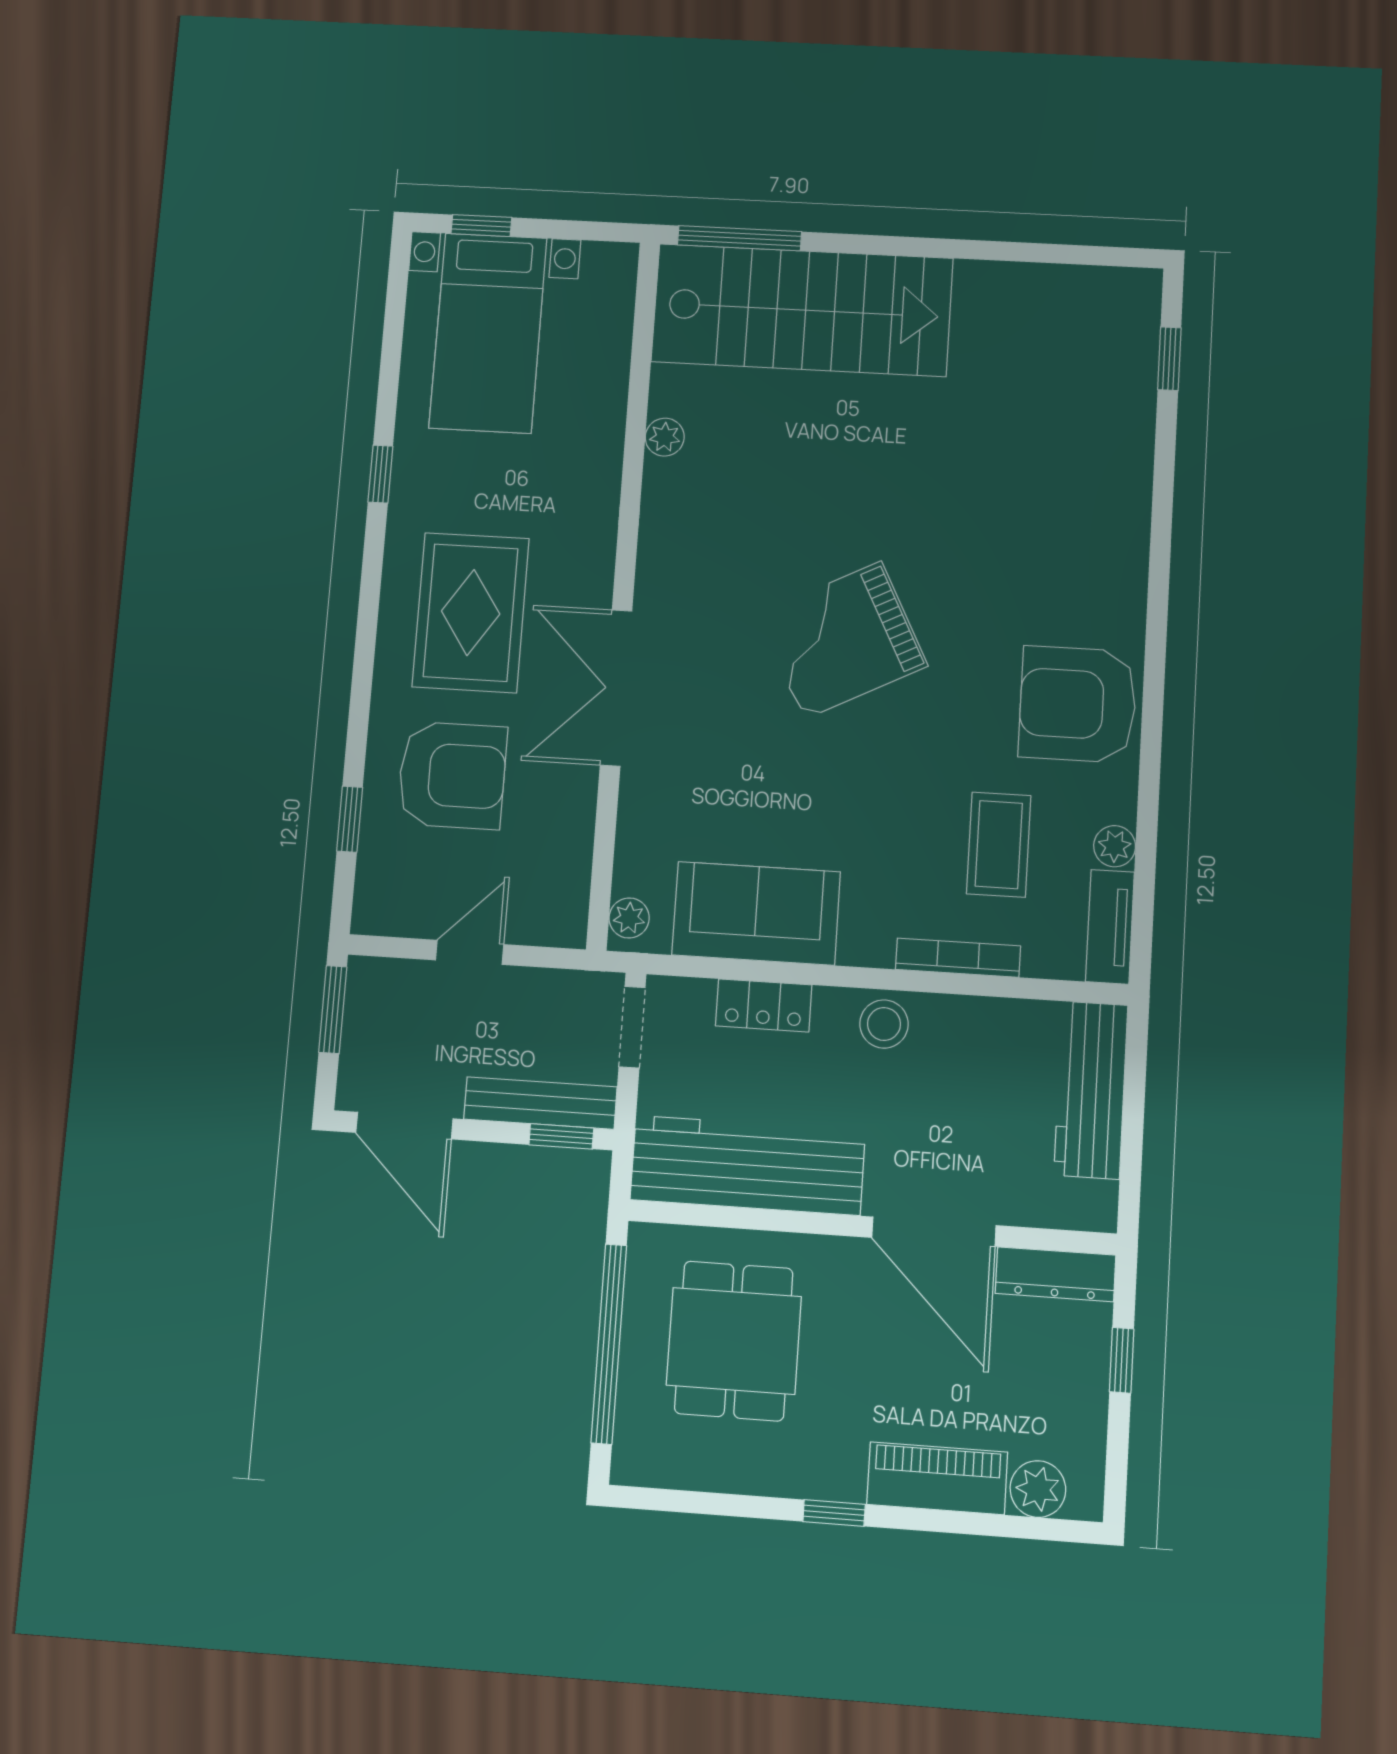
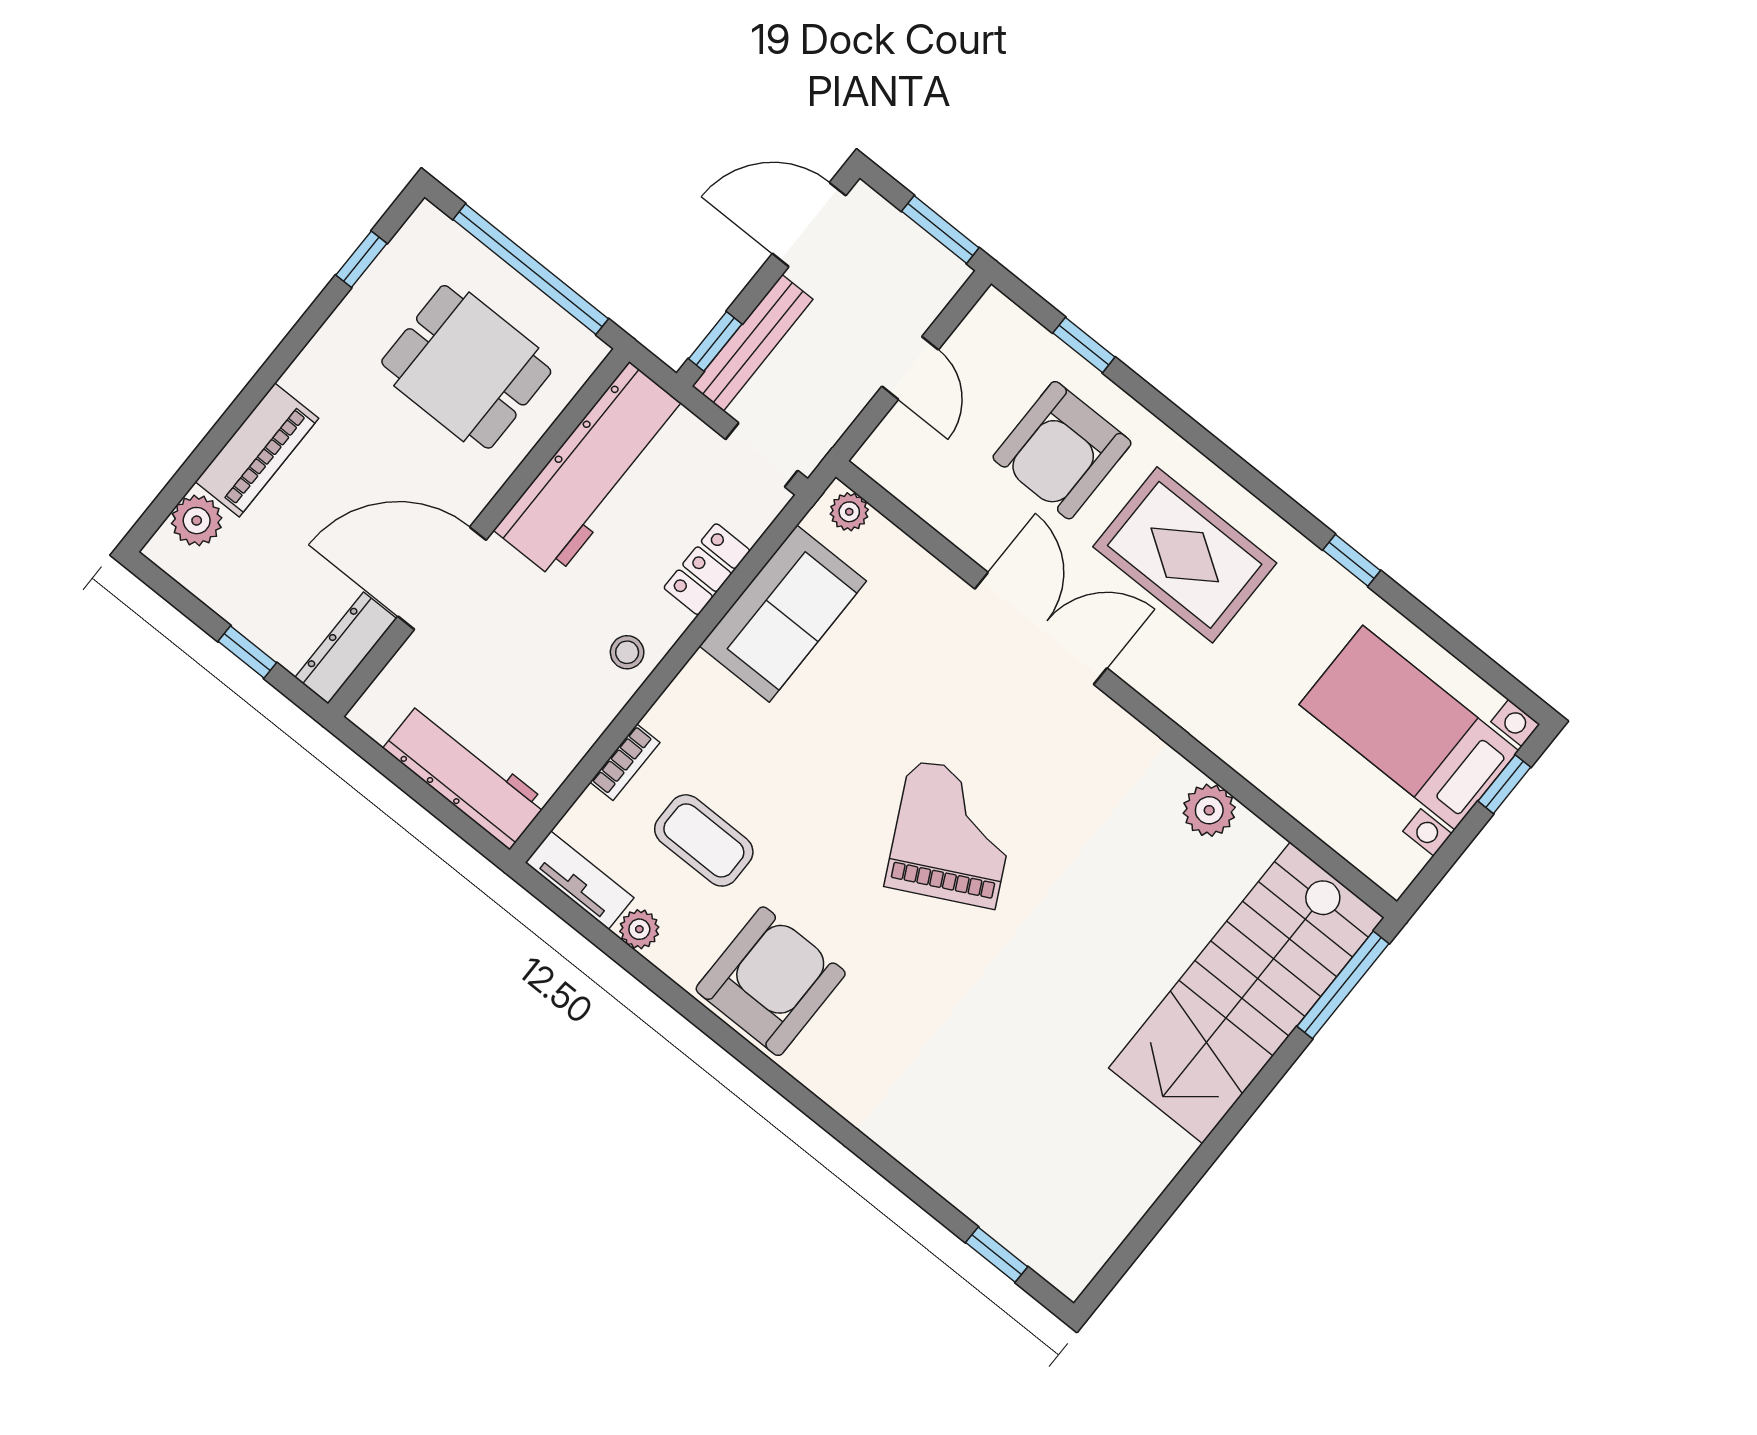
plant: (665, 437) -> (1209, 810), width x1.38, depth x1.38
bookcase: (958, 958) -> (625, 762), width x0.64
stool: (884, 1024) -> (627, 652), width x0.73, depth x0.73
window: (834, 1513) -> (361, 259), moved

